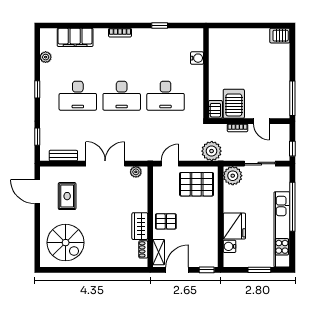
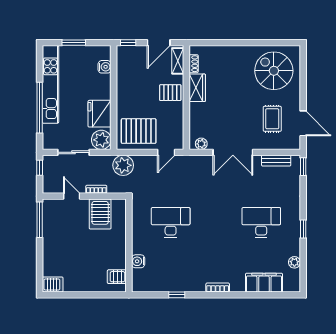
desk: (122, 96) -> (216, 222), removed
server rack: (215, 109) -> (117, 277), moved, turned 90
window: (37, 137) -> (303, 167), moved
fridge: (234, 226) -> (100, 114), moved

